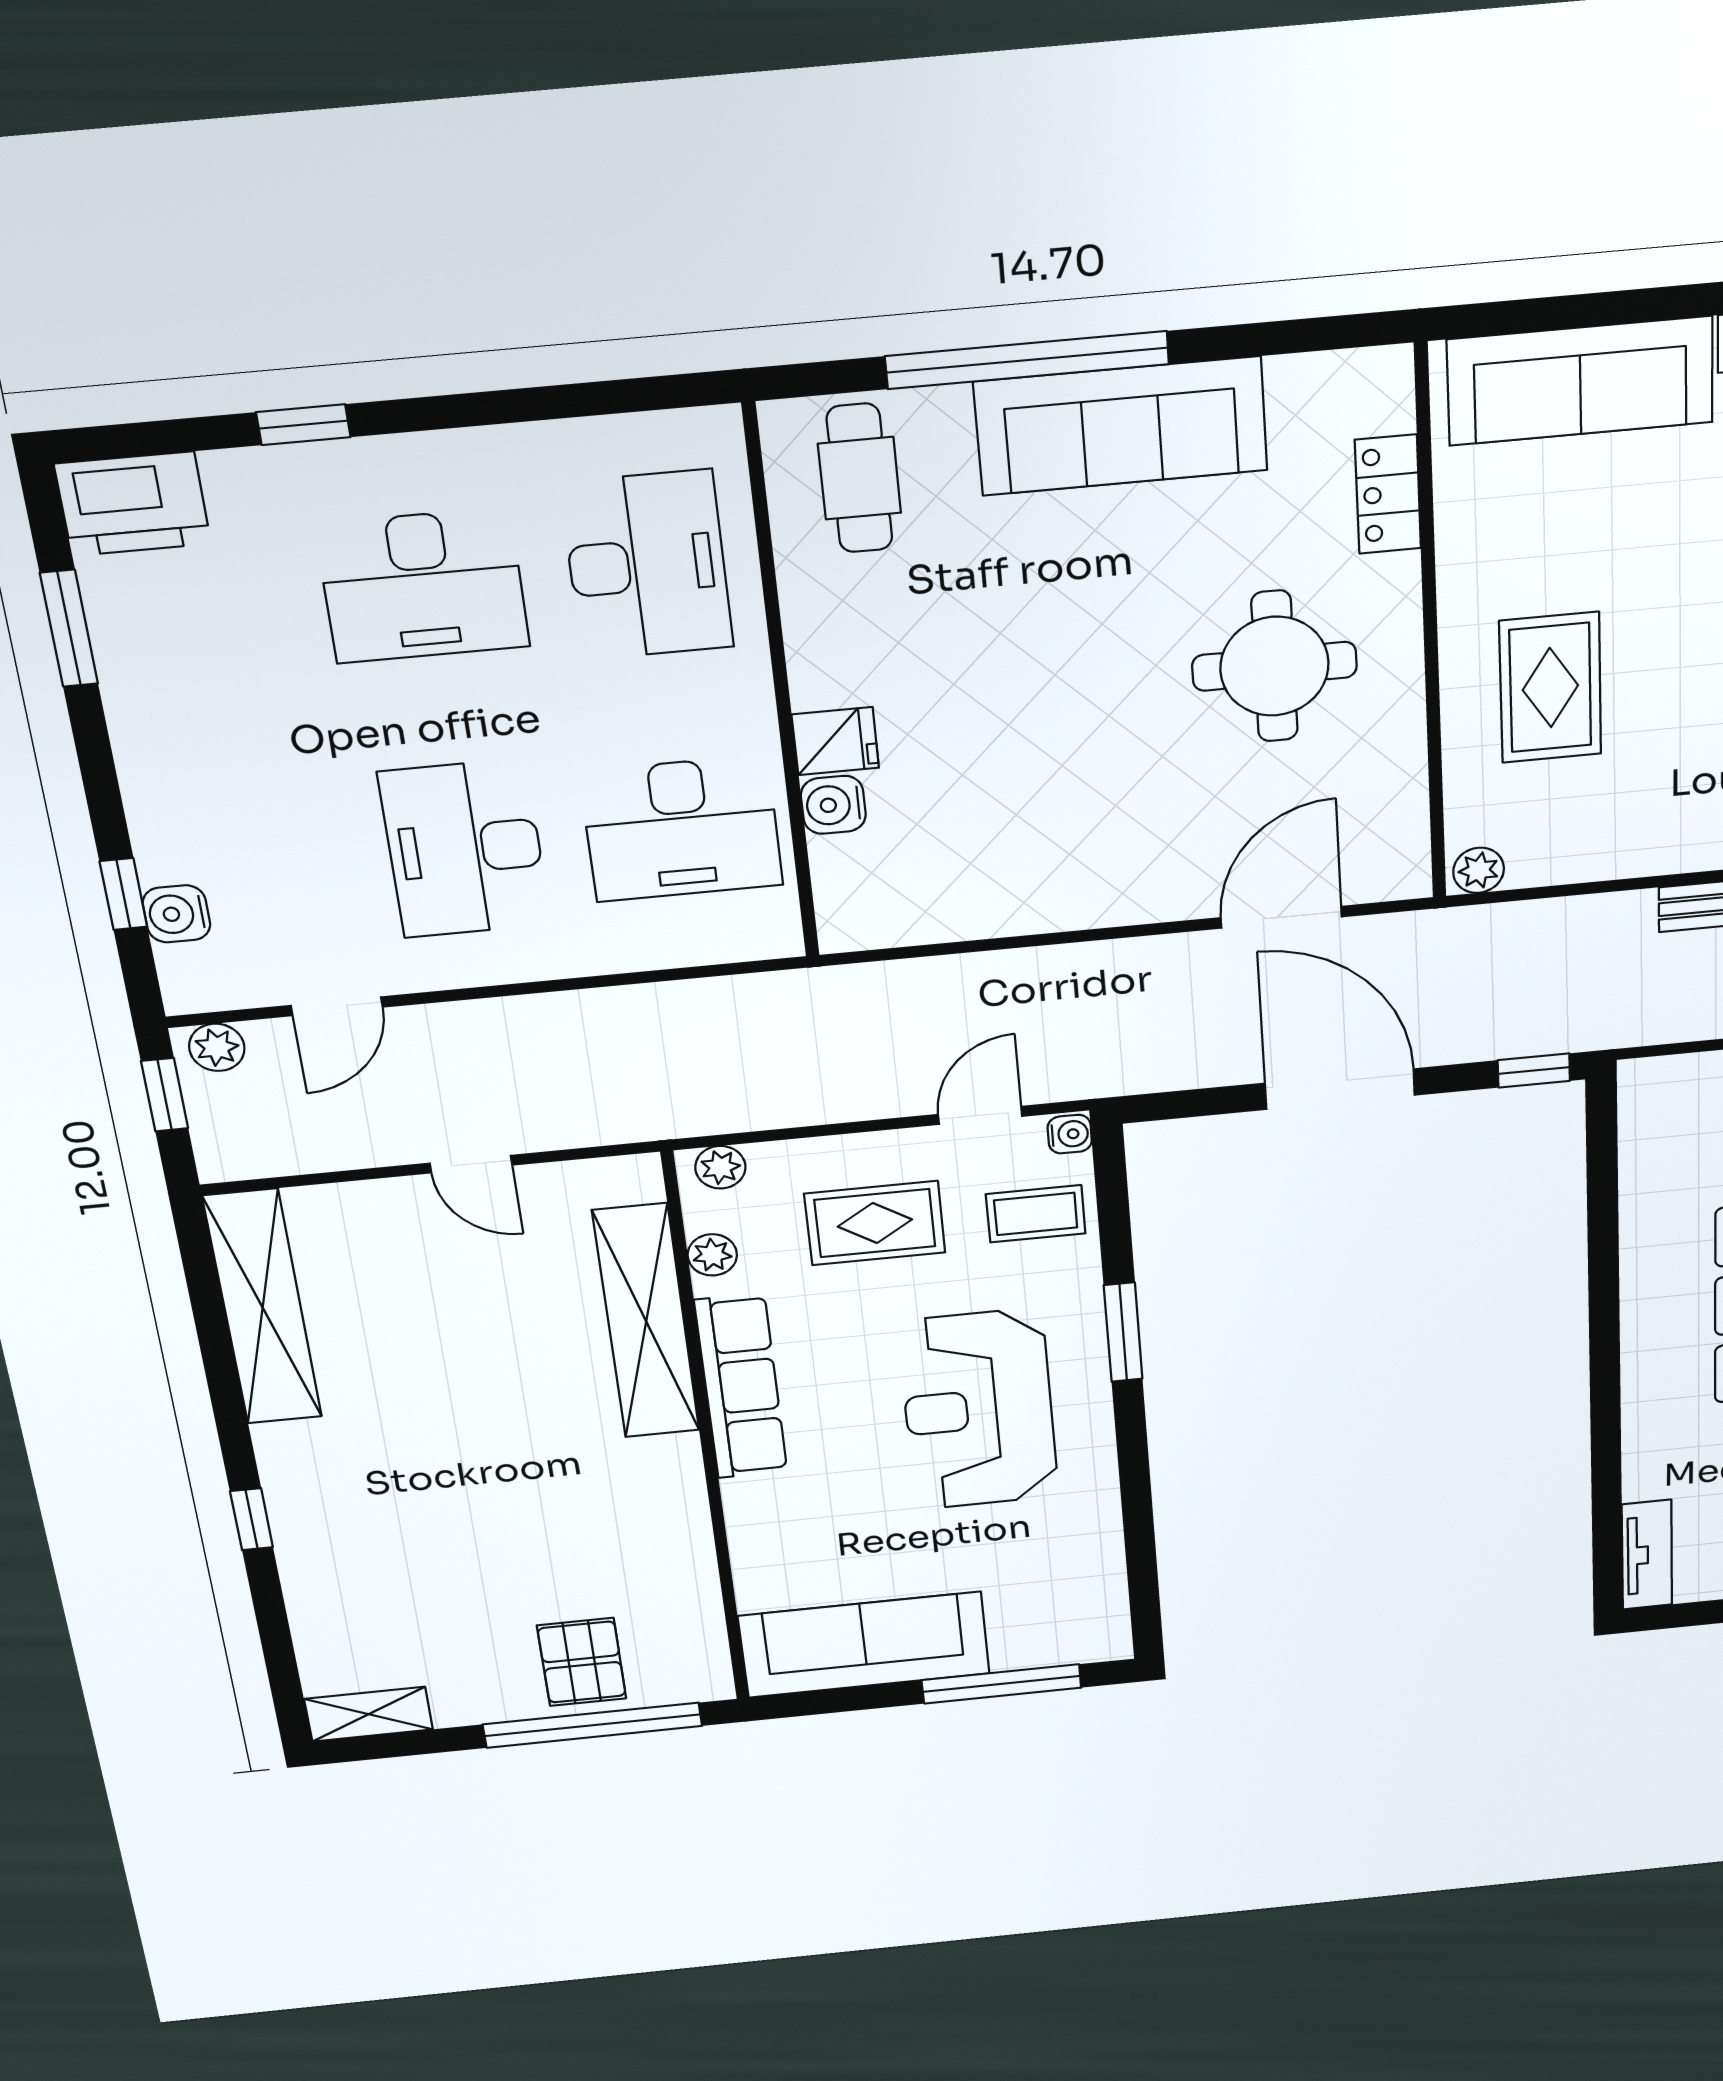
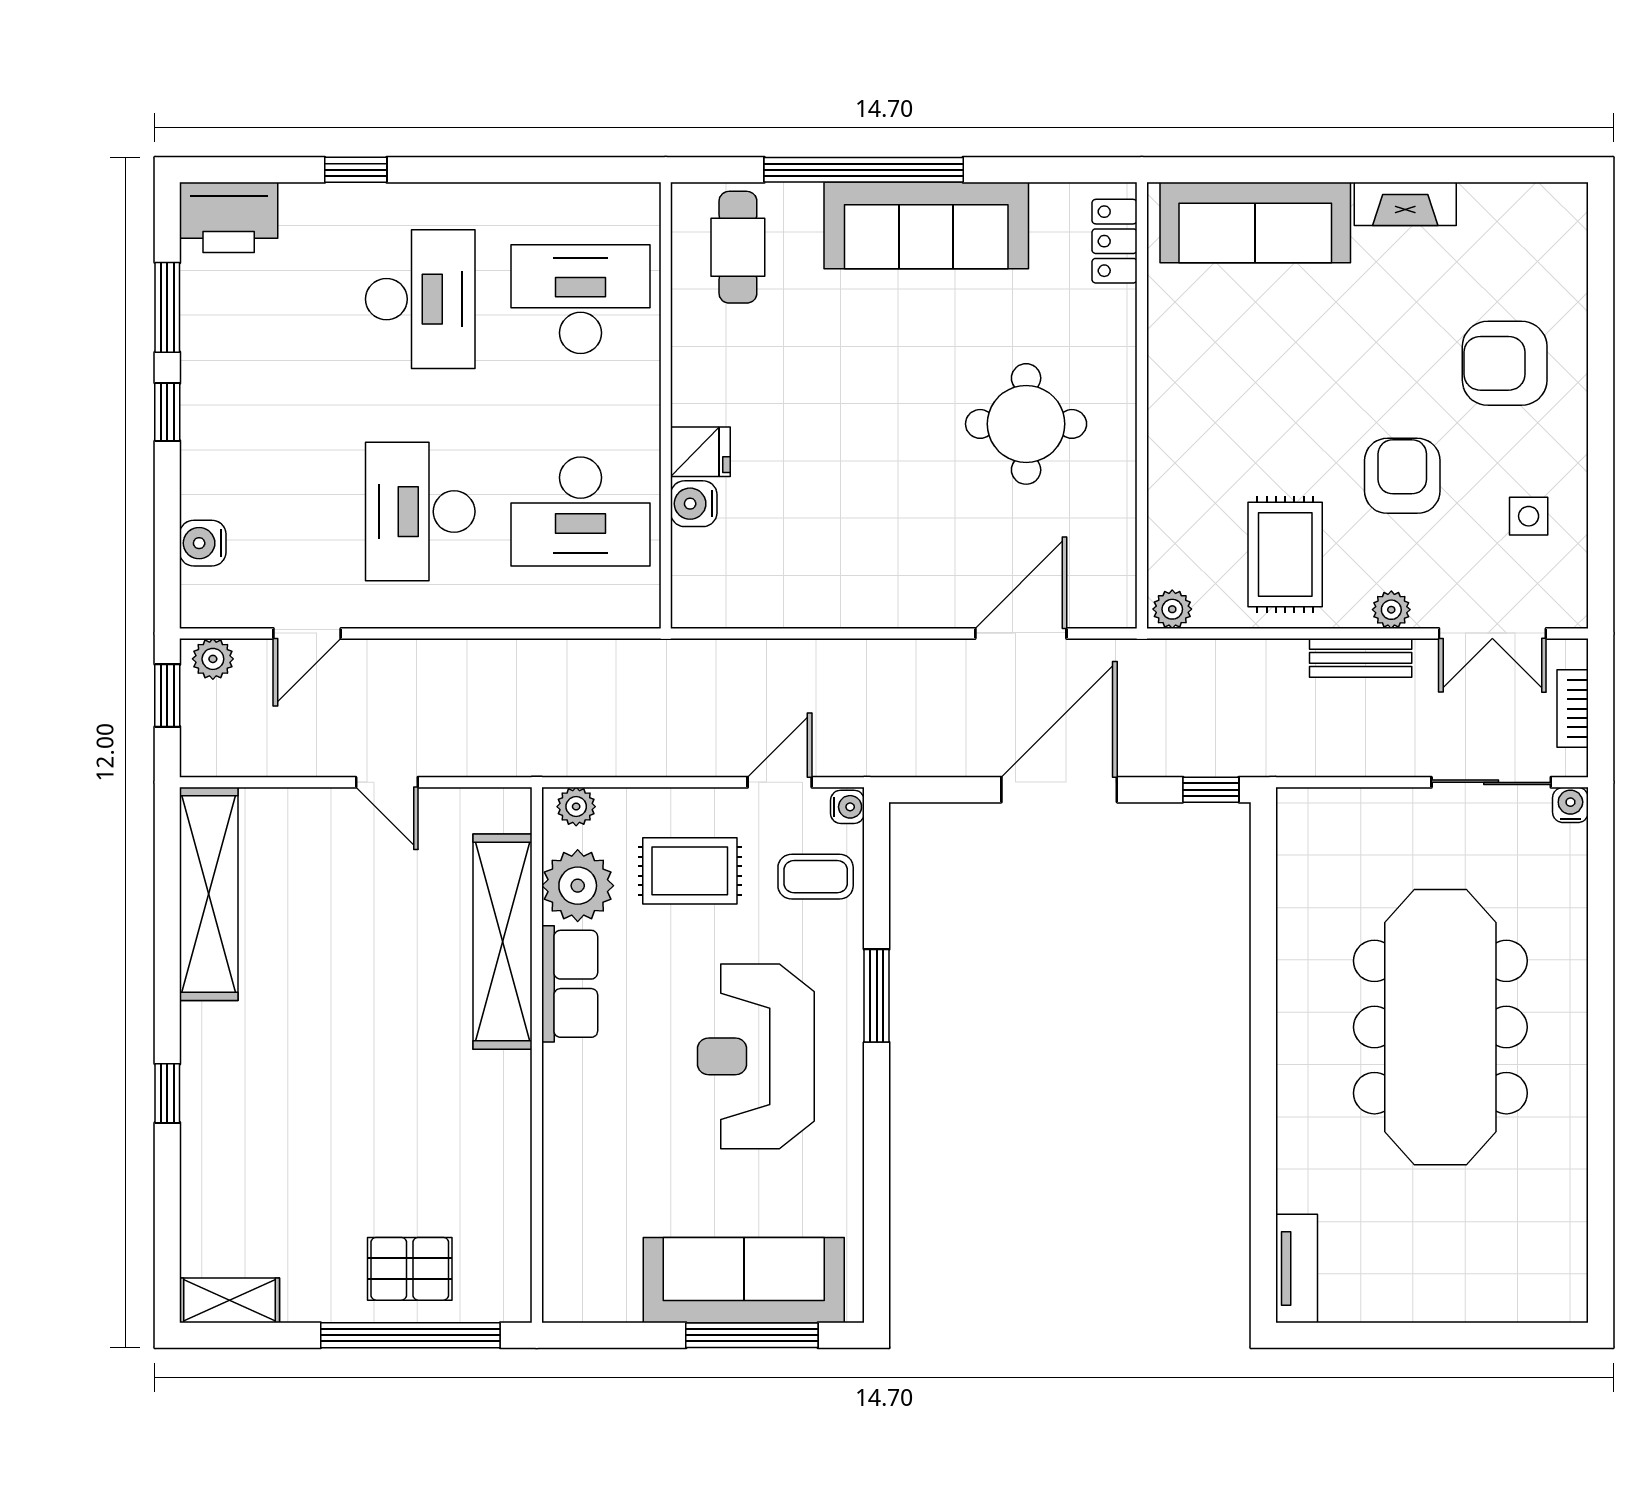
locker: (1388, 494) -> (1115, 241), moved
desk: (647, 565) -> (581, 299), turned -90
desk: (423, 586) -> (420, 299), turned -90
rug: (1550, 688) -> (1285, 554), moved
window: (123, 894) -> (167, 412), moved
door: (1340, 1089) -> (1059, 790), hinge flipped
plant: (712, 1255) -> (578, 886), width x1.88, depth x1.88
row of seats: (741, 1386) -> (570, 984), width x0.68
sofa: (864, 1645) -> (744, 1280), moved
pallet: (582, 1662) -> (410, 1269), turned 90

